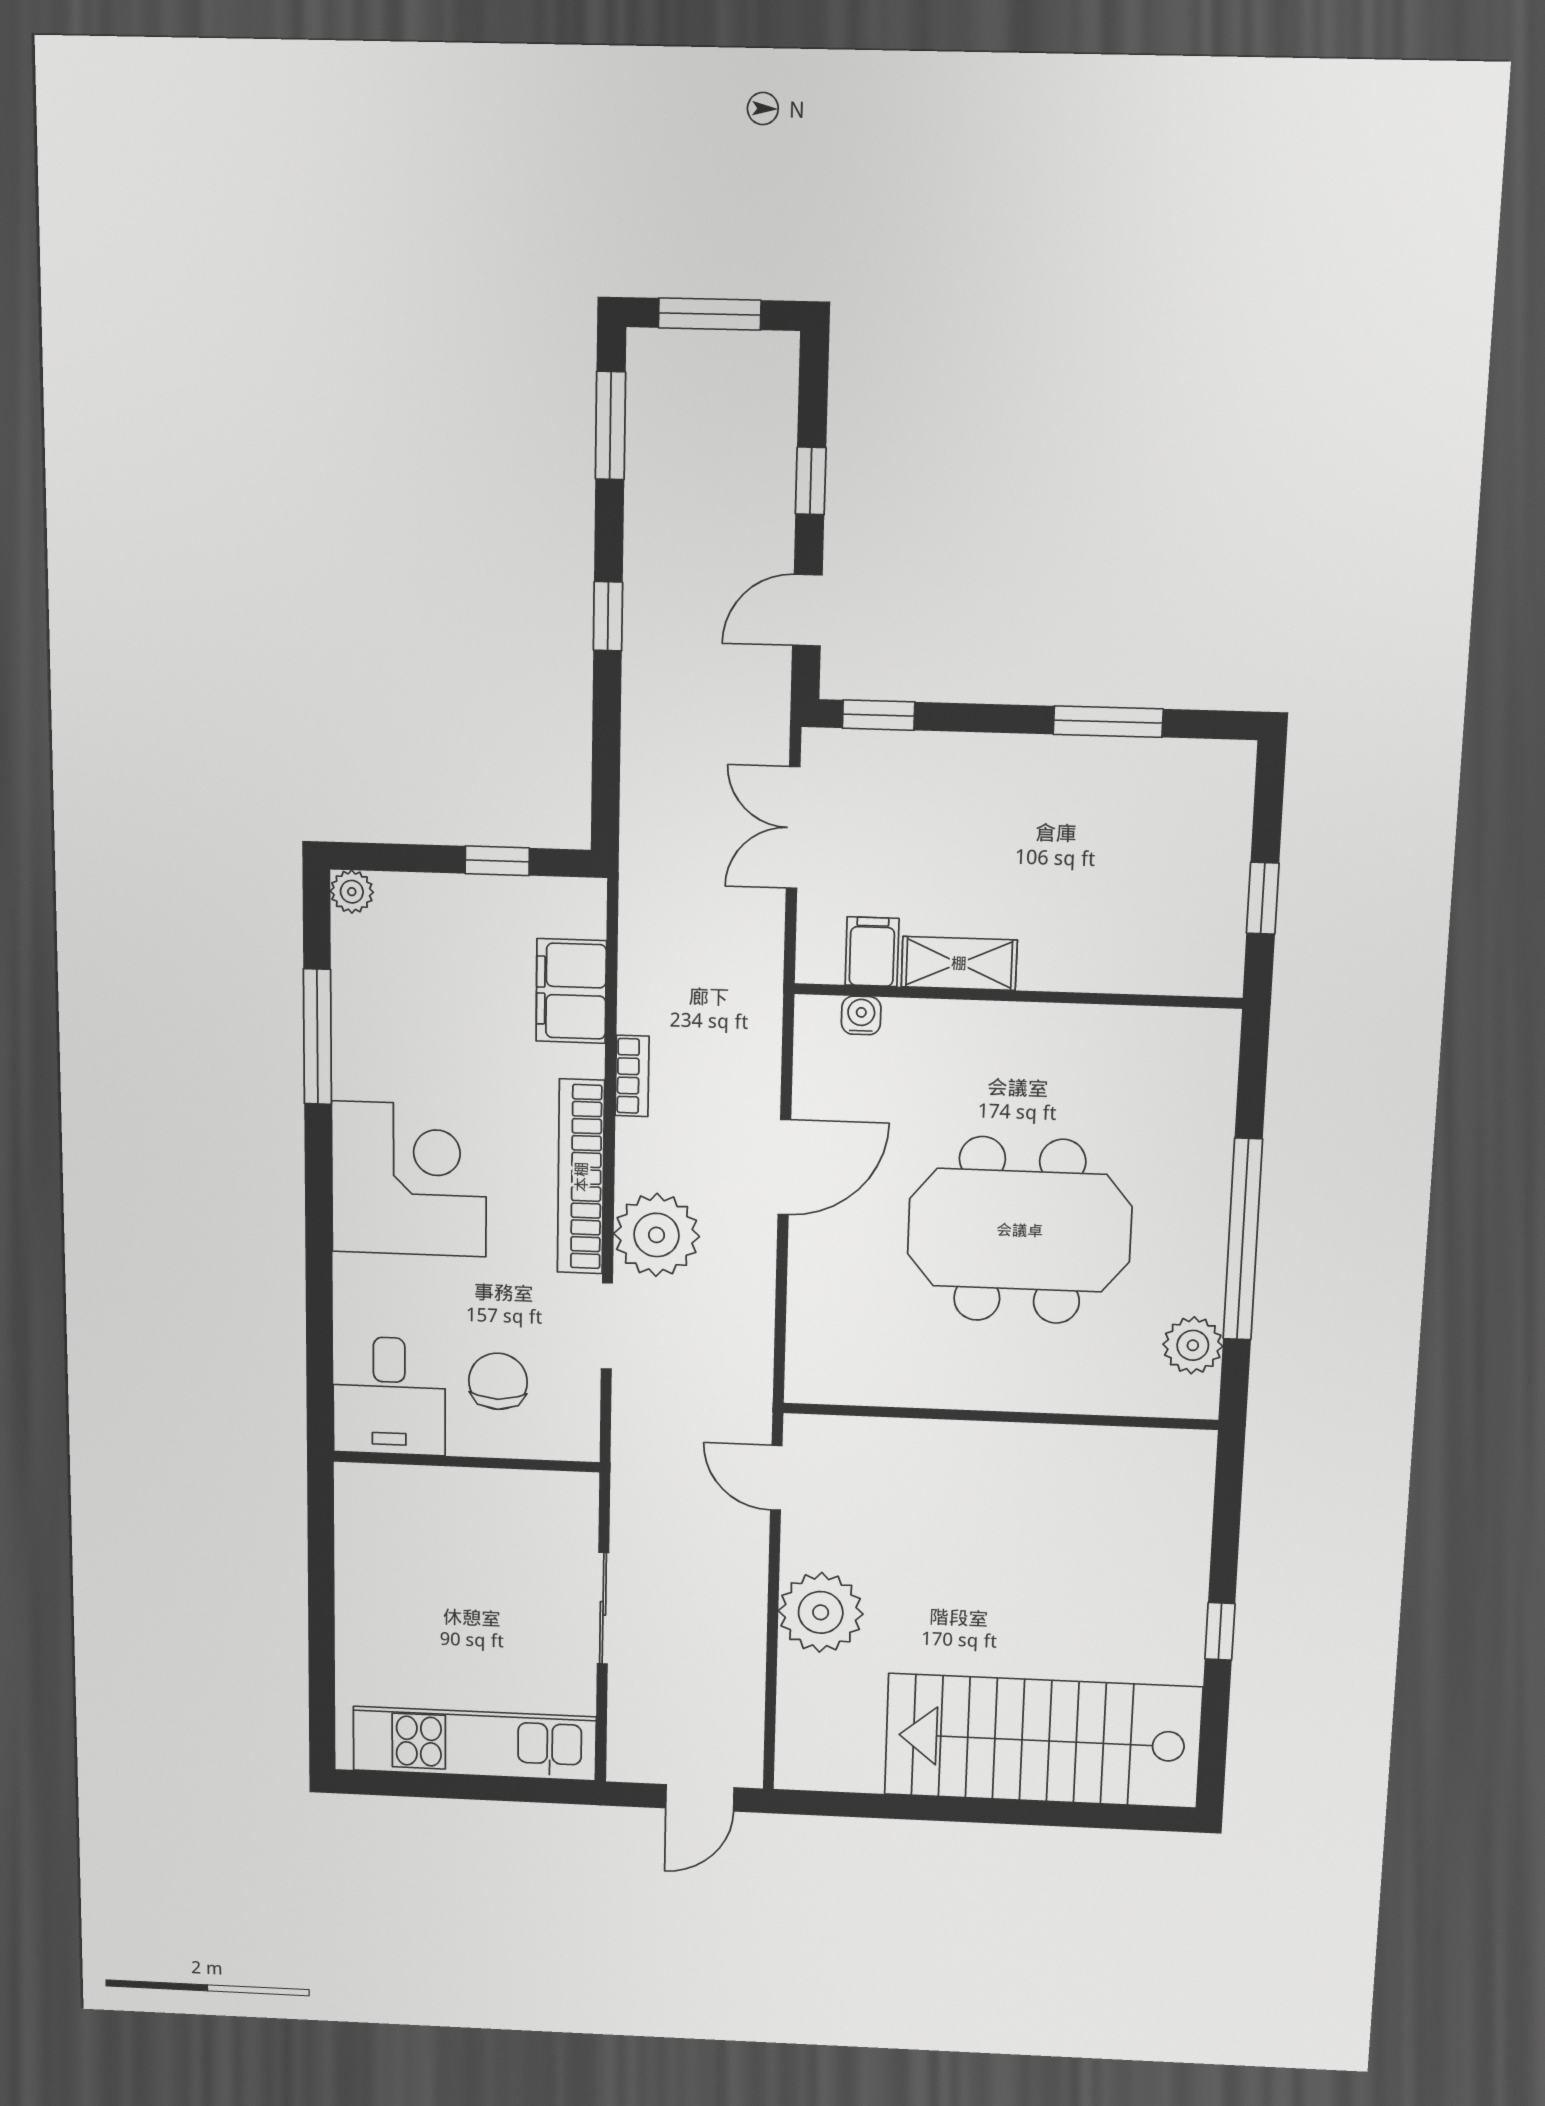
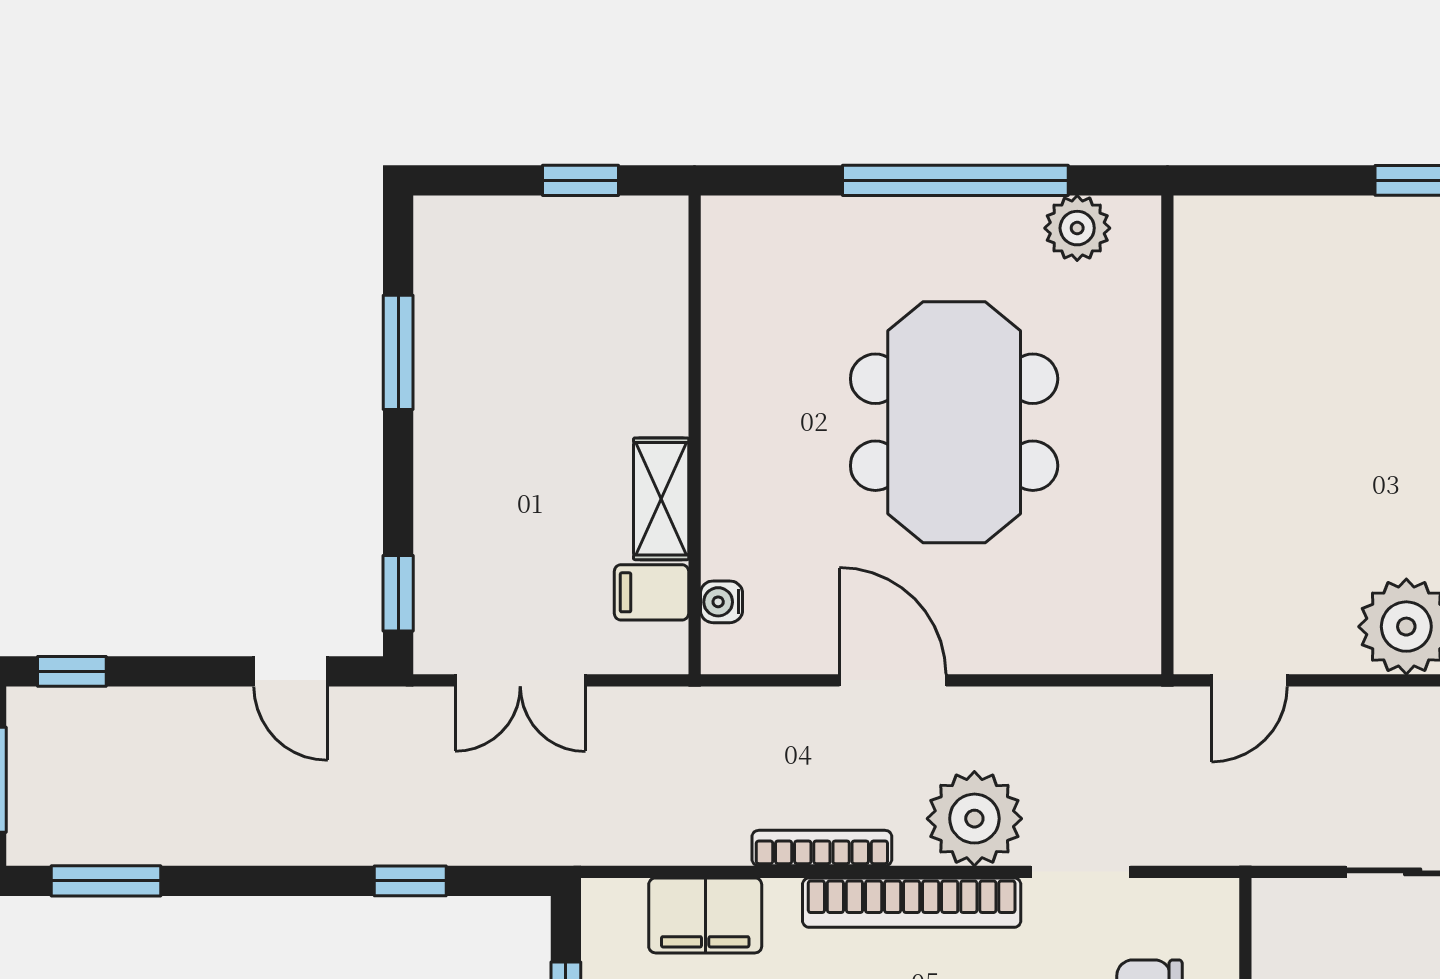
window: (811, 481) -> (72, 671), moved
window: (608, 616) -> (410, 881), moved
bookcase: (632, 1076) -> (822, 848), width x1.56

